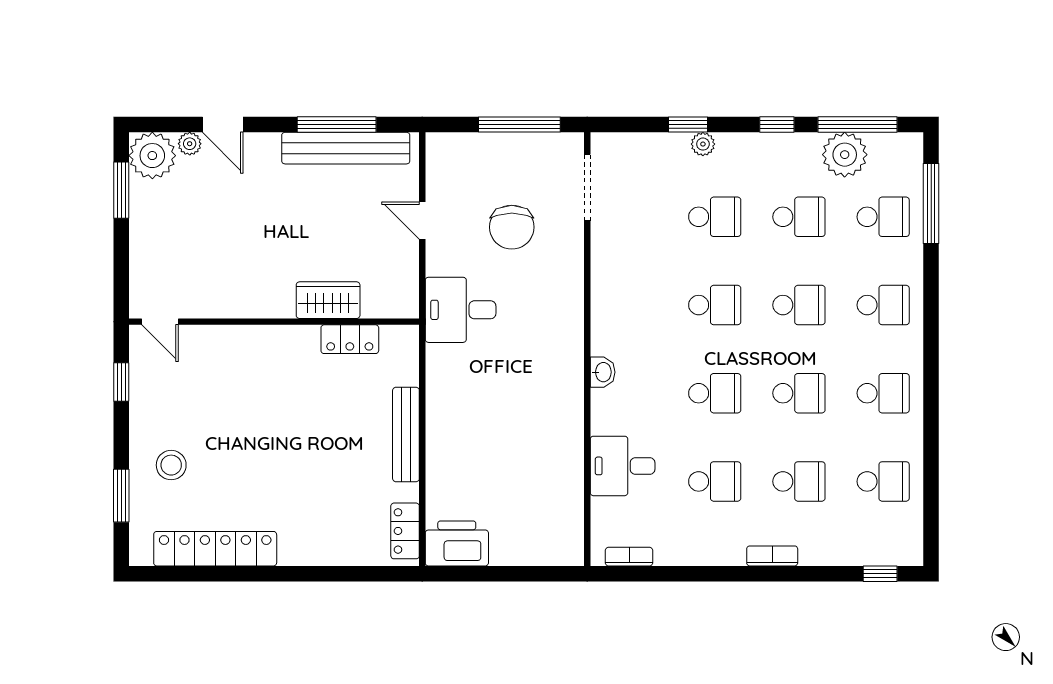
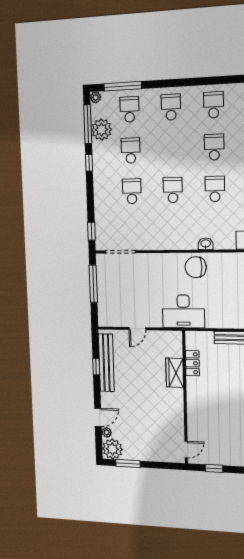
window: (337, 125) -> (96, 367), width x0.46
window: (688, 125) -> (91, 231), moved
plant: (703, 144) -> (96, 97), moved
chair: (512, 227) -> (196, 267), moved, turned 180
school desk: (799, 305) -> (172, 149), removed
desk: (461, 310) -> (183, 311), width x1.37

